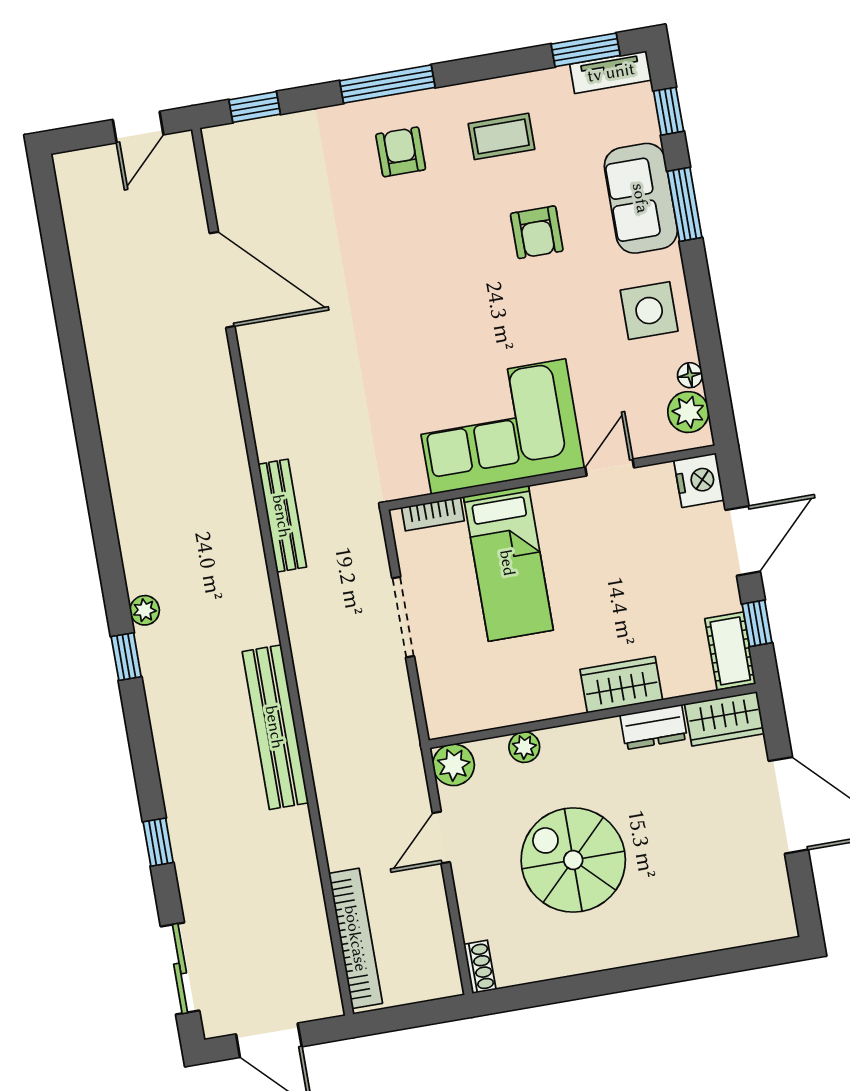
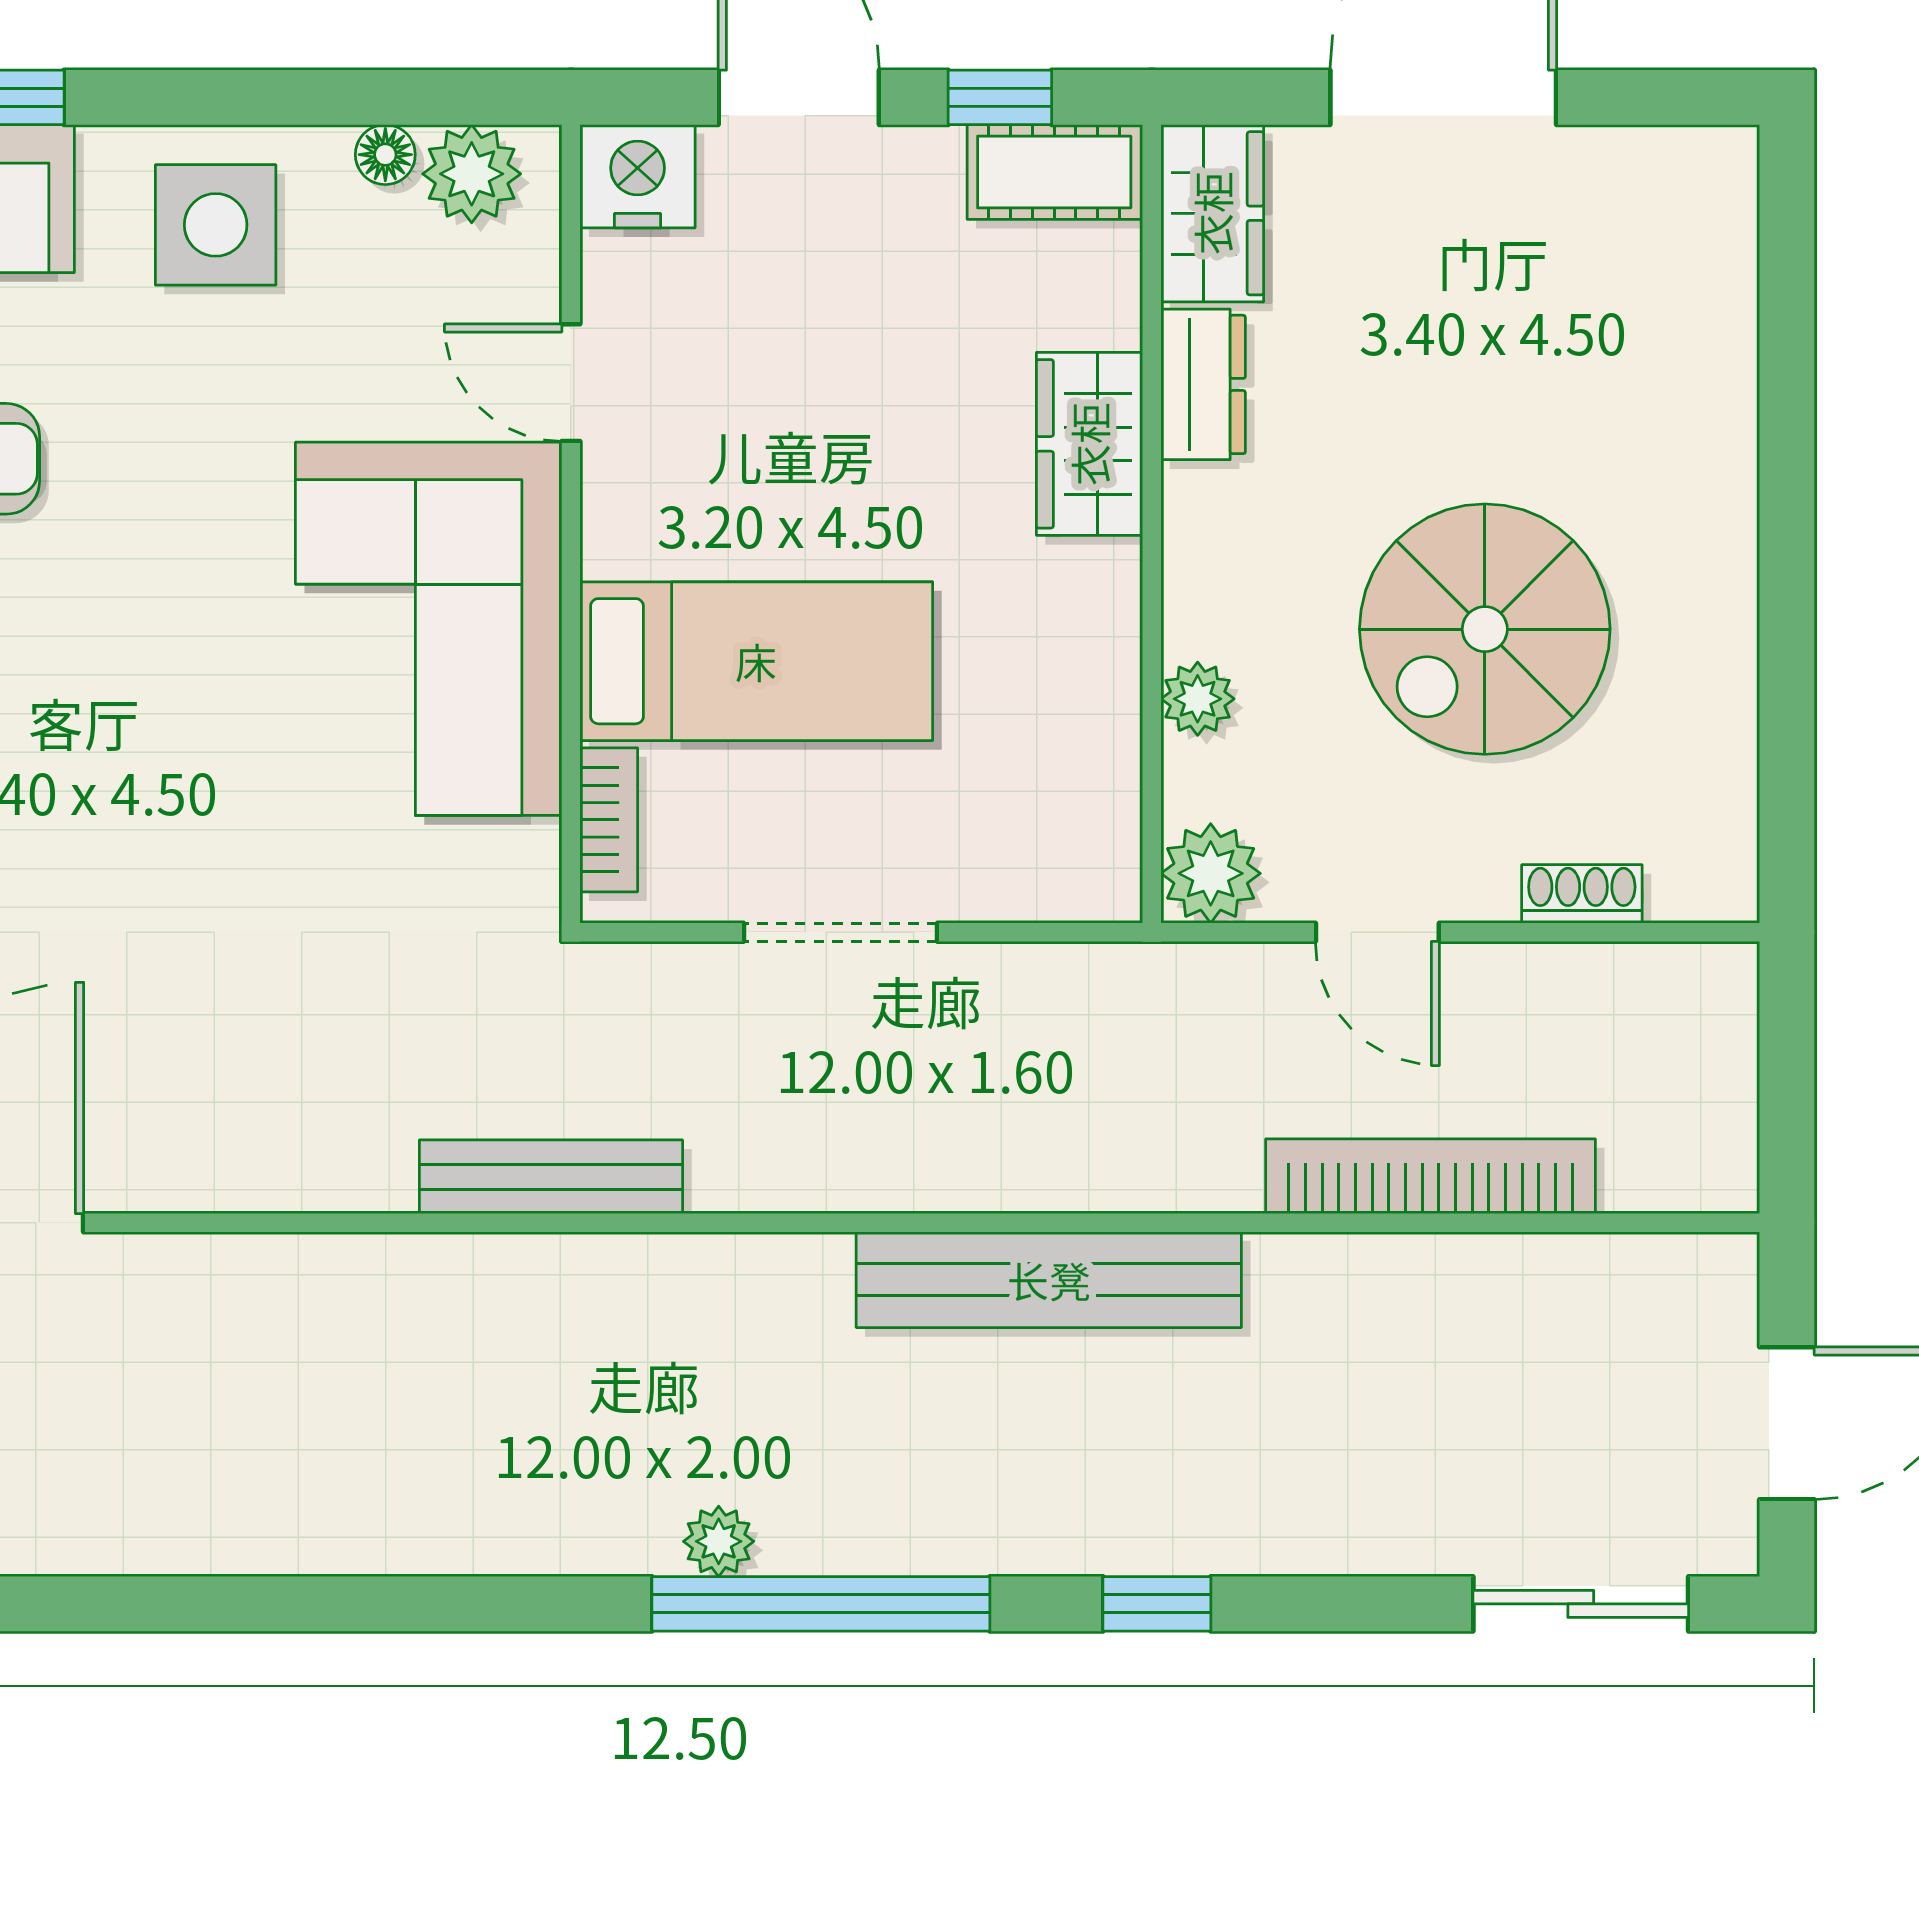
window: (126, 657) -> (821, 1604), width x3.17
window: (158, 842) -> (1157, 1604), moved
bookcase: (356, 938) -> (1431, 1176), moved
shoe rack: (480, 967) -> (1582, 894), moved

